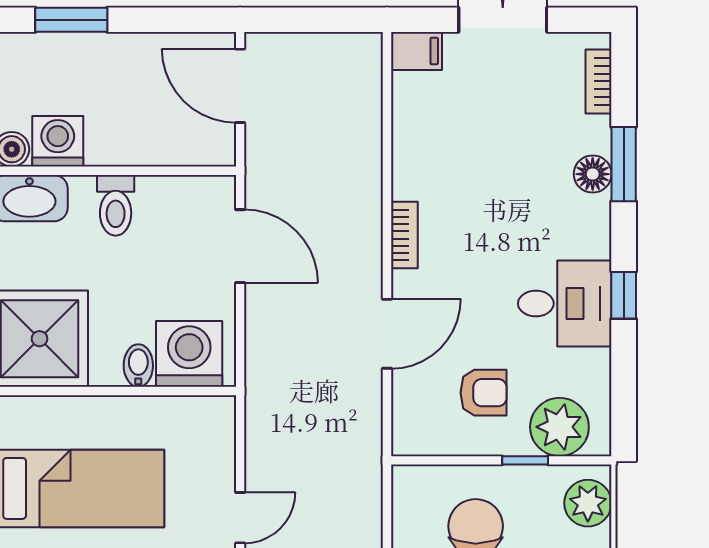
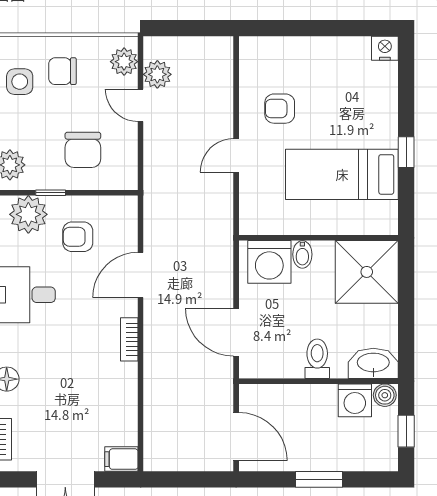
window: (71, 20) -> (319, 479), moved

